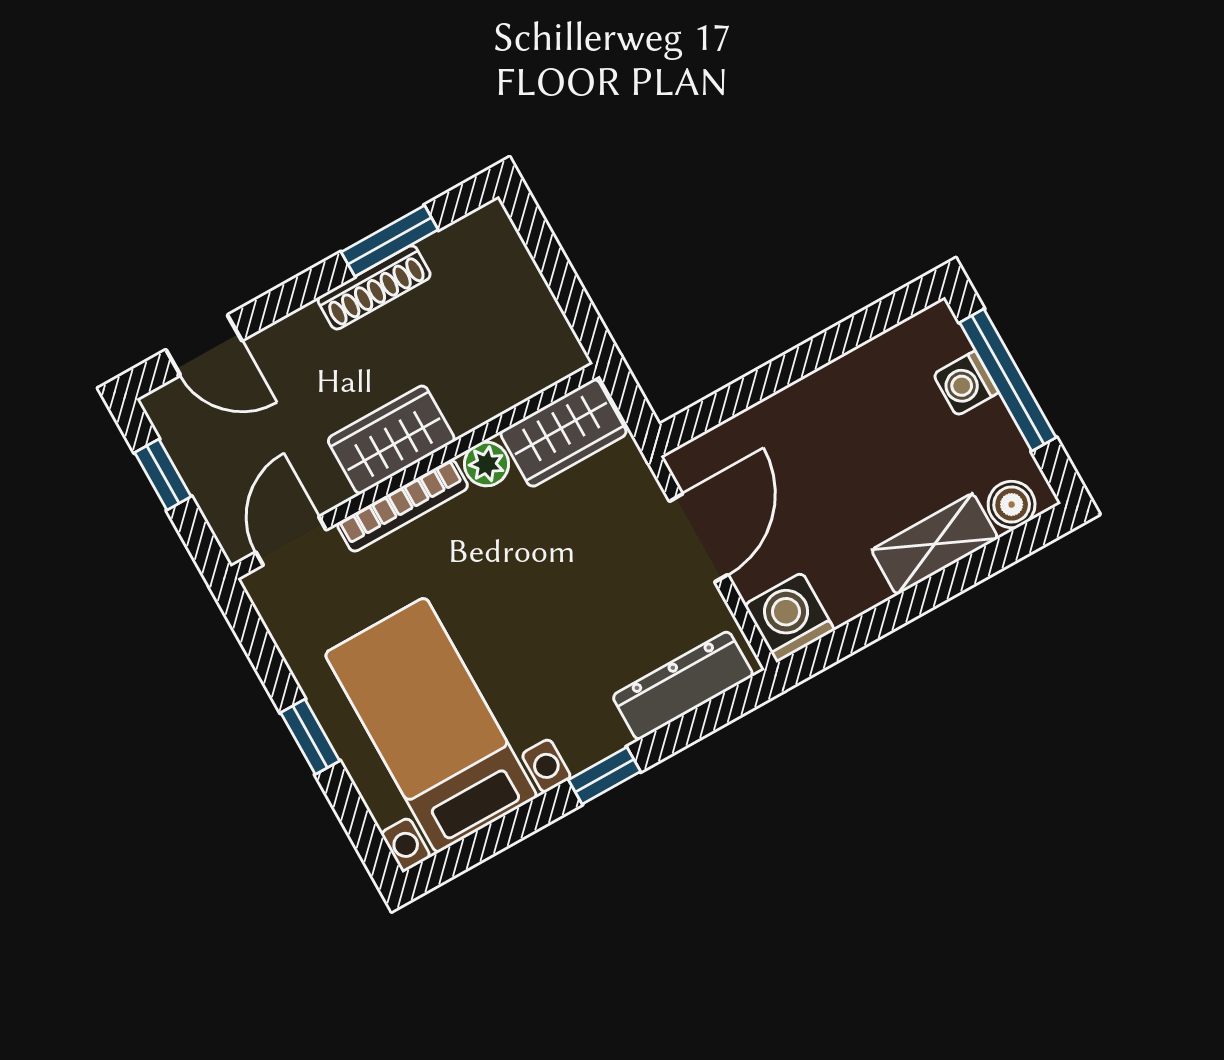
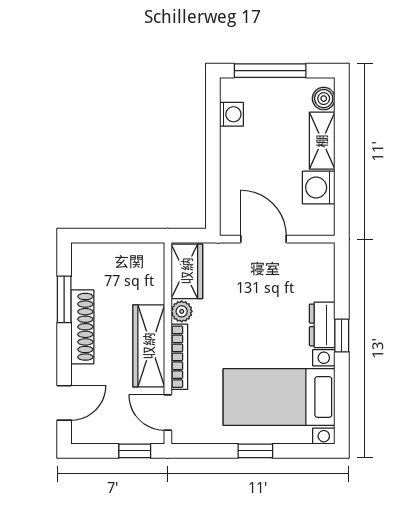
shoe rack: (374, 287) -> (82, 327), width x1.36, depth x1.24
washing machine: (966, 383) -> (232, 114), moved, turned -90
wardrobe: (391, 440) -> (149, 346), width x1.50
window: (163, 475) -> (135, 451), moved
washing machine: (789, 618) -> (319, 188), moved
dresser: (683, 686) -> (322, 325), moved, width x0.70

